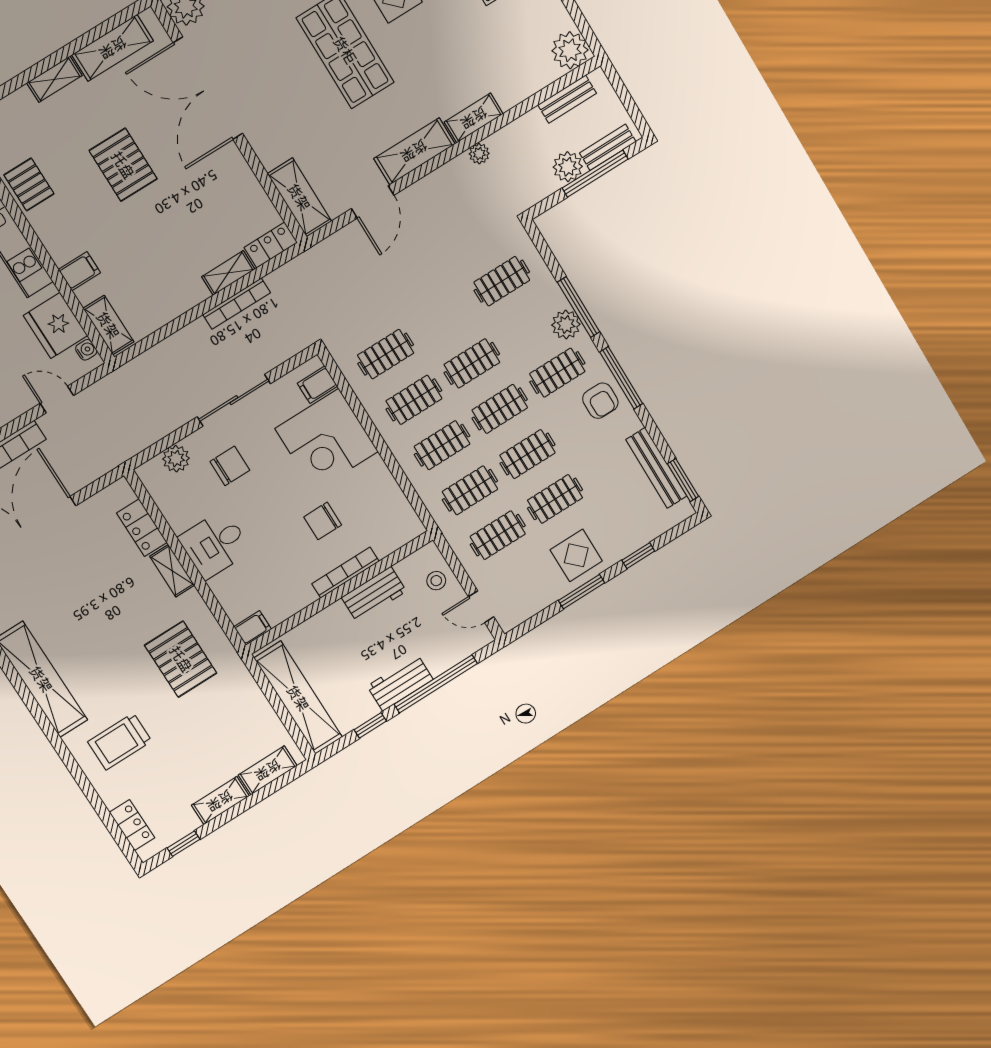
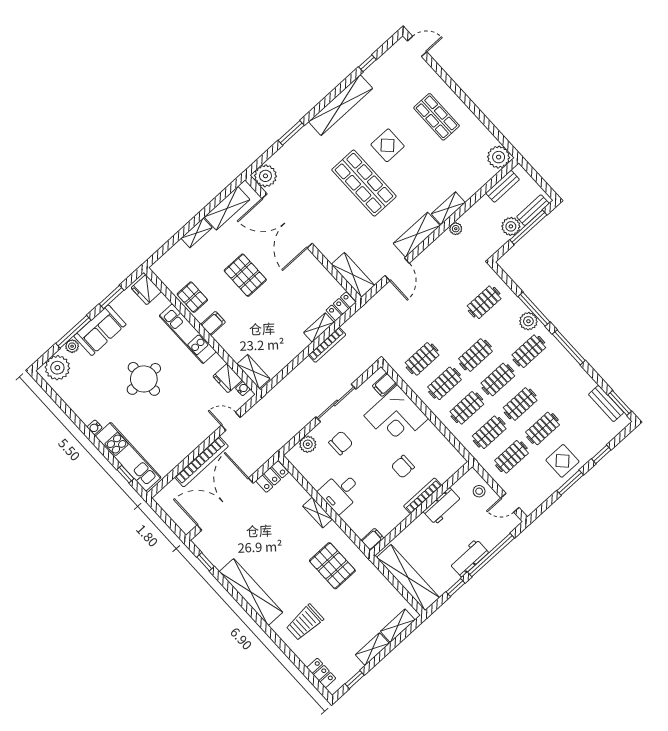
filing cabinet: (79, 271) -> (213, 323), moved
fridge: (56, 325) -> (228, 378), width x0.73, depth x0.75
armchair: (600, 401) -> (559, 364), removed
bench: (656, 468) -> (606, 403), width x0.73
locker: (142, 528) -> (272, 477), moved, turned -90

